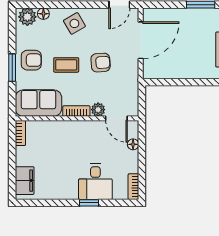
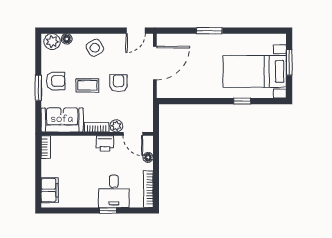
armchair: (101, 63) -> (118, 83), turned -86
printer: (86, 129) -> (105, 143), added
bookcase: (133, 187) -> (148, 189), width x1.56

